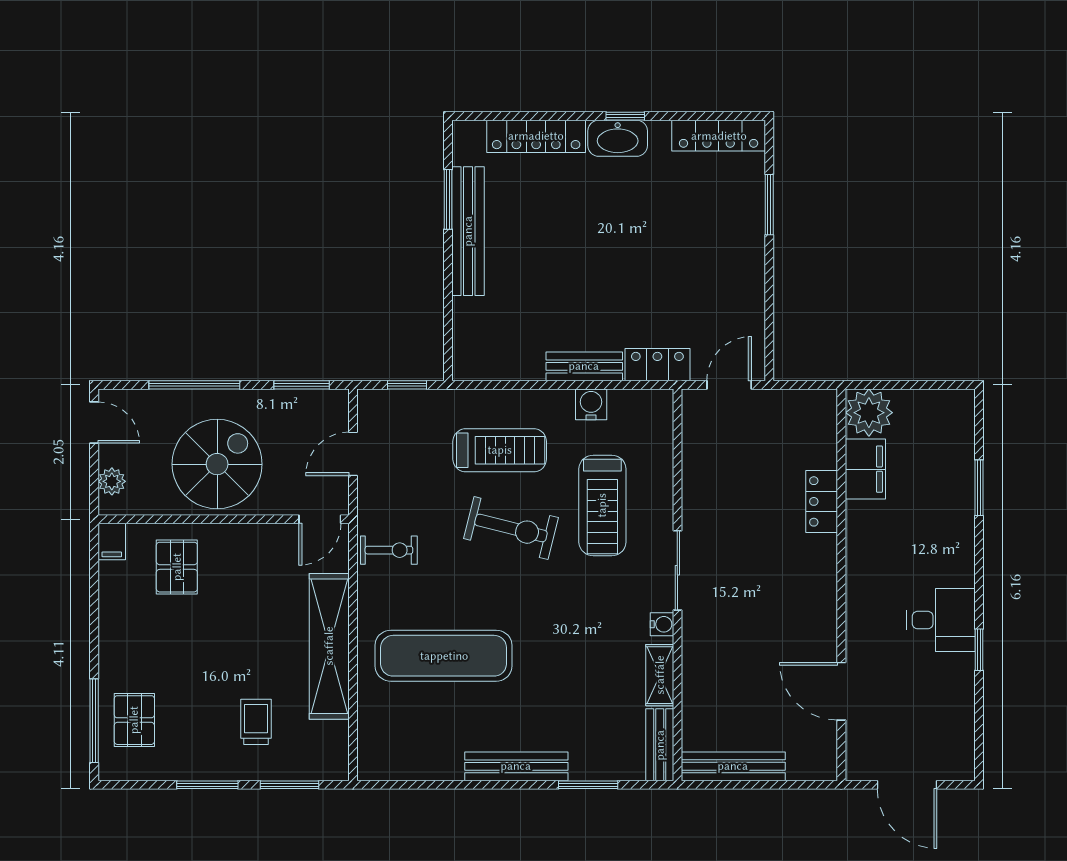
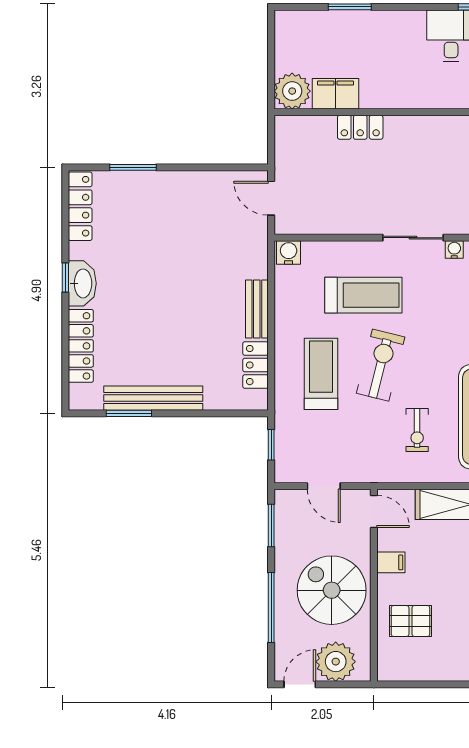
locker: (657, 365) -> (255, 365), moved
water cooler: (591, 404) -> (289, 253), moved, turned 90
plant: (112, 481) -> (336, 662), width x1.87, depth x1.87
filing cabinet: (112, 542) -> (391, 562), moved
exercise bike: (389, 550) -> (417, 430), moved, turned 180

